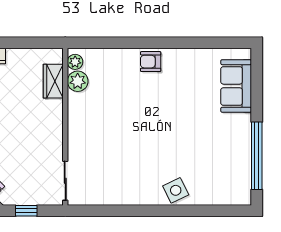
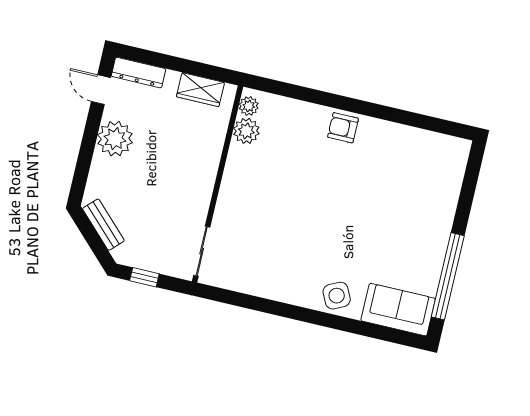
wardrobe: (53, 81) -> (200, 90), moved, turned -90
sofa: (236, 86) -> (398, 310), moved, turned 90

